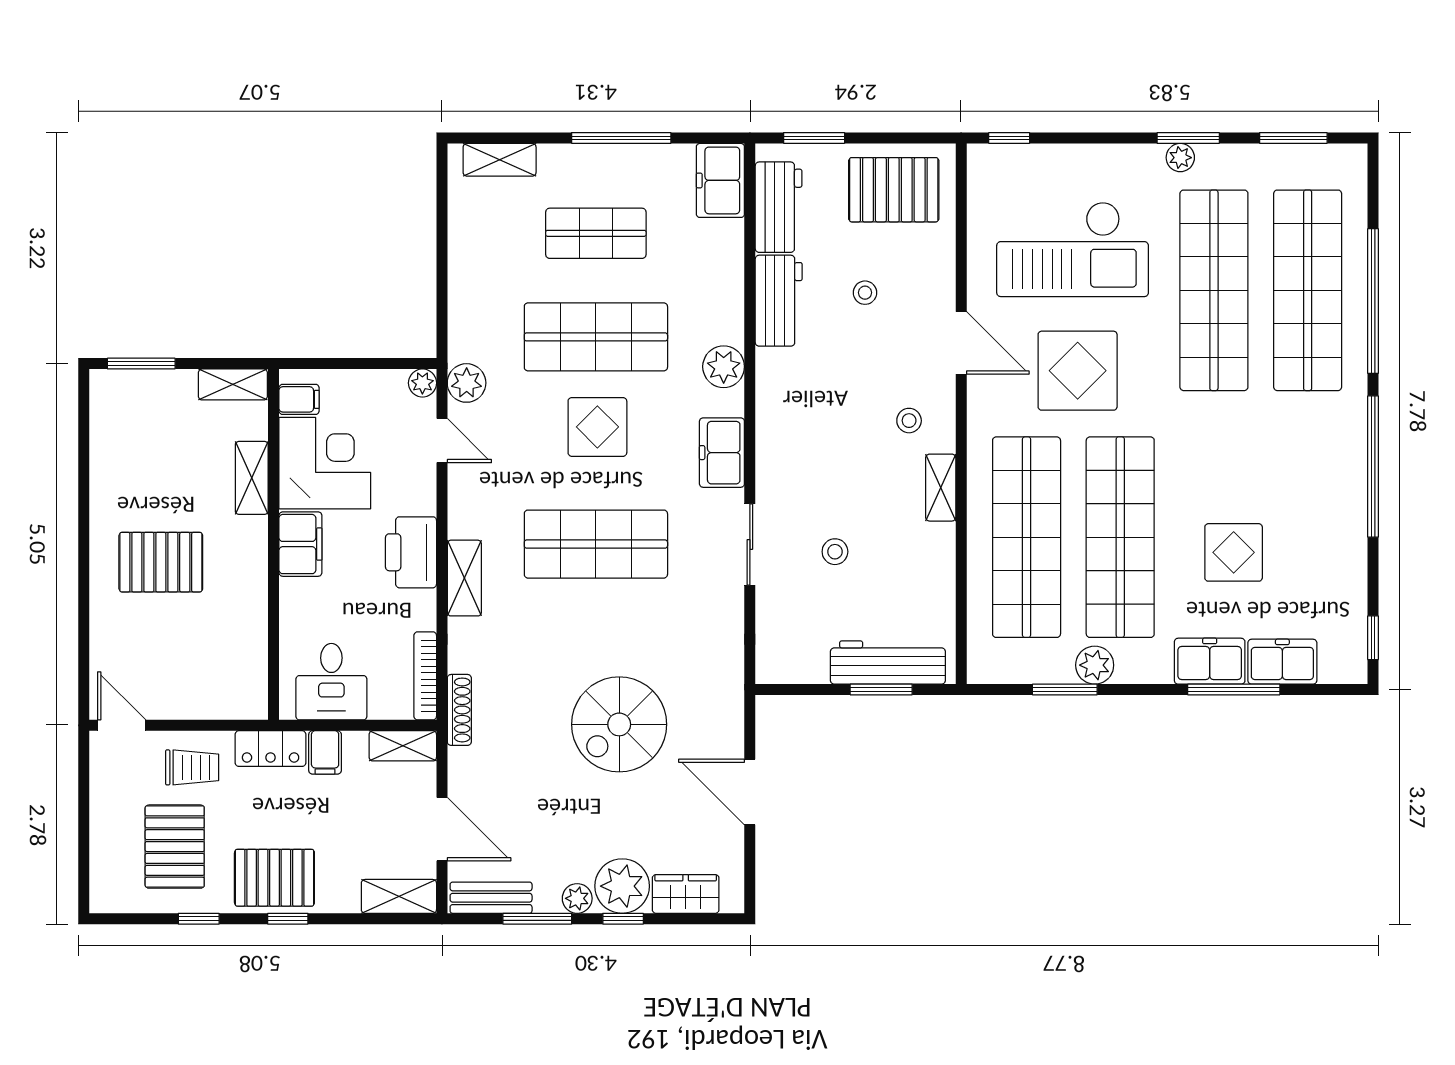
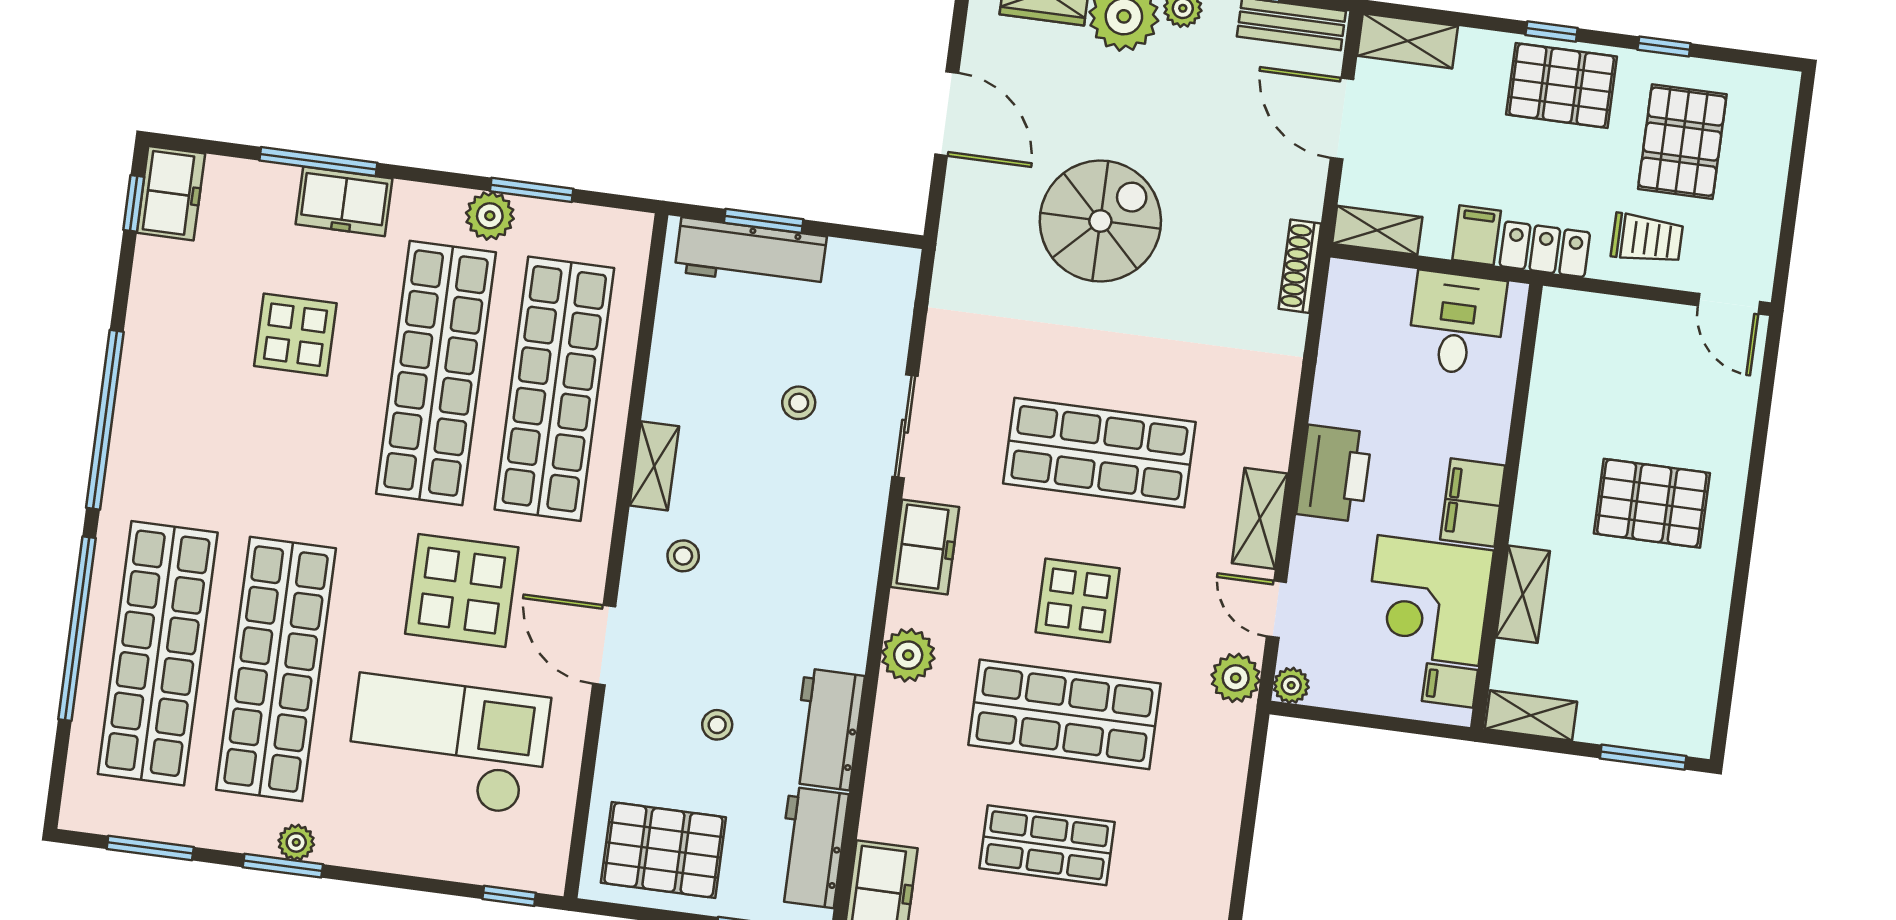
shelving: (464, 578) -> (1260, 518), moved
freezer: (1282, 662) -> (171, 193), moved, turned -90
bookcase: (425, 676) -> (1337, 315), removed
trolley: (192, 767) -> (1647, 239), turned 180

